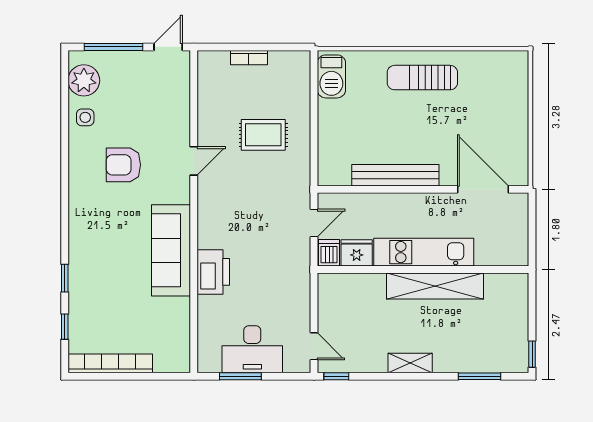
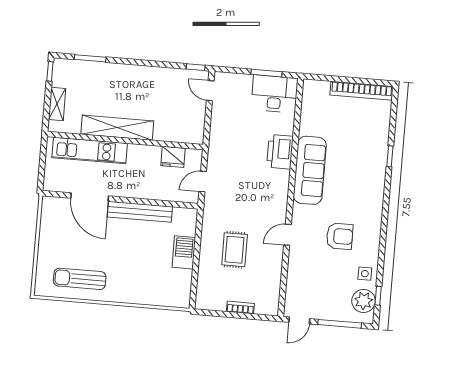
barbecue: (331, 76) -> (184, 252), moved
sun lounger: (422, 78) -> (80, 279), moved, turned 180
rug: (263, 135) -> (235, 250), turned 90
door: (483, 189) -> (90, 197), moved
kitchen unit: (424, 252) -> (90, 150), moved
dishwasher: (329, 253) -> (193, 159), removed
window: (65, 327) -> (378, 296), moved
desk: (252, 349) -> (274, 94), moved
shelving: (410, 363) -> (57, 104), moved, turned 90

